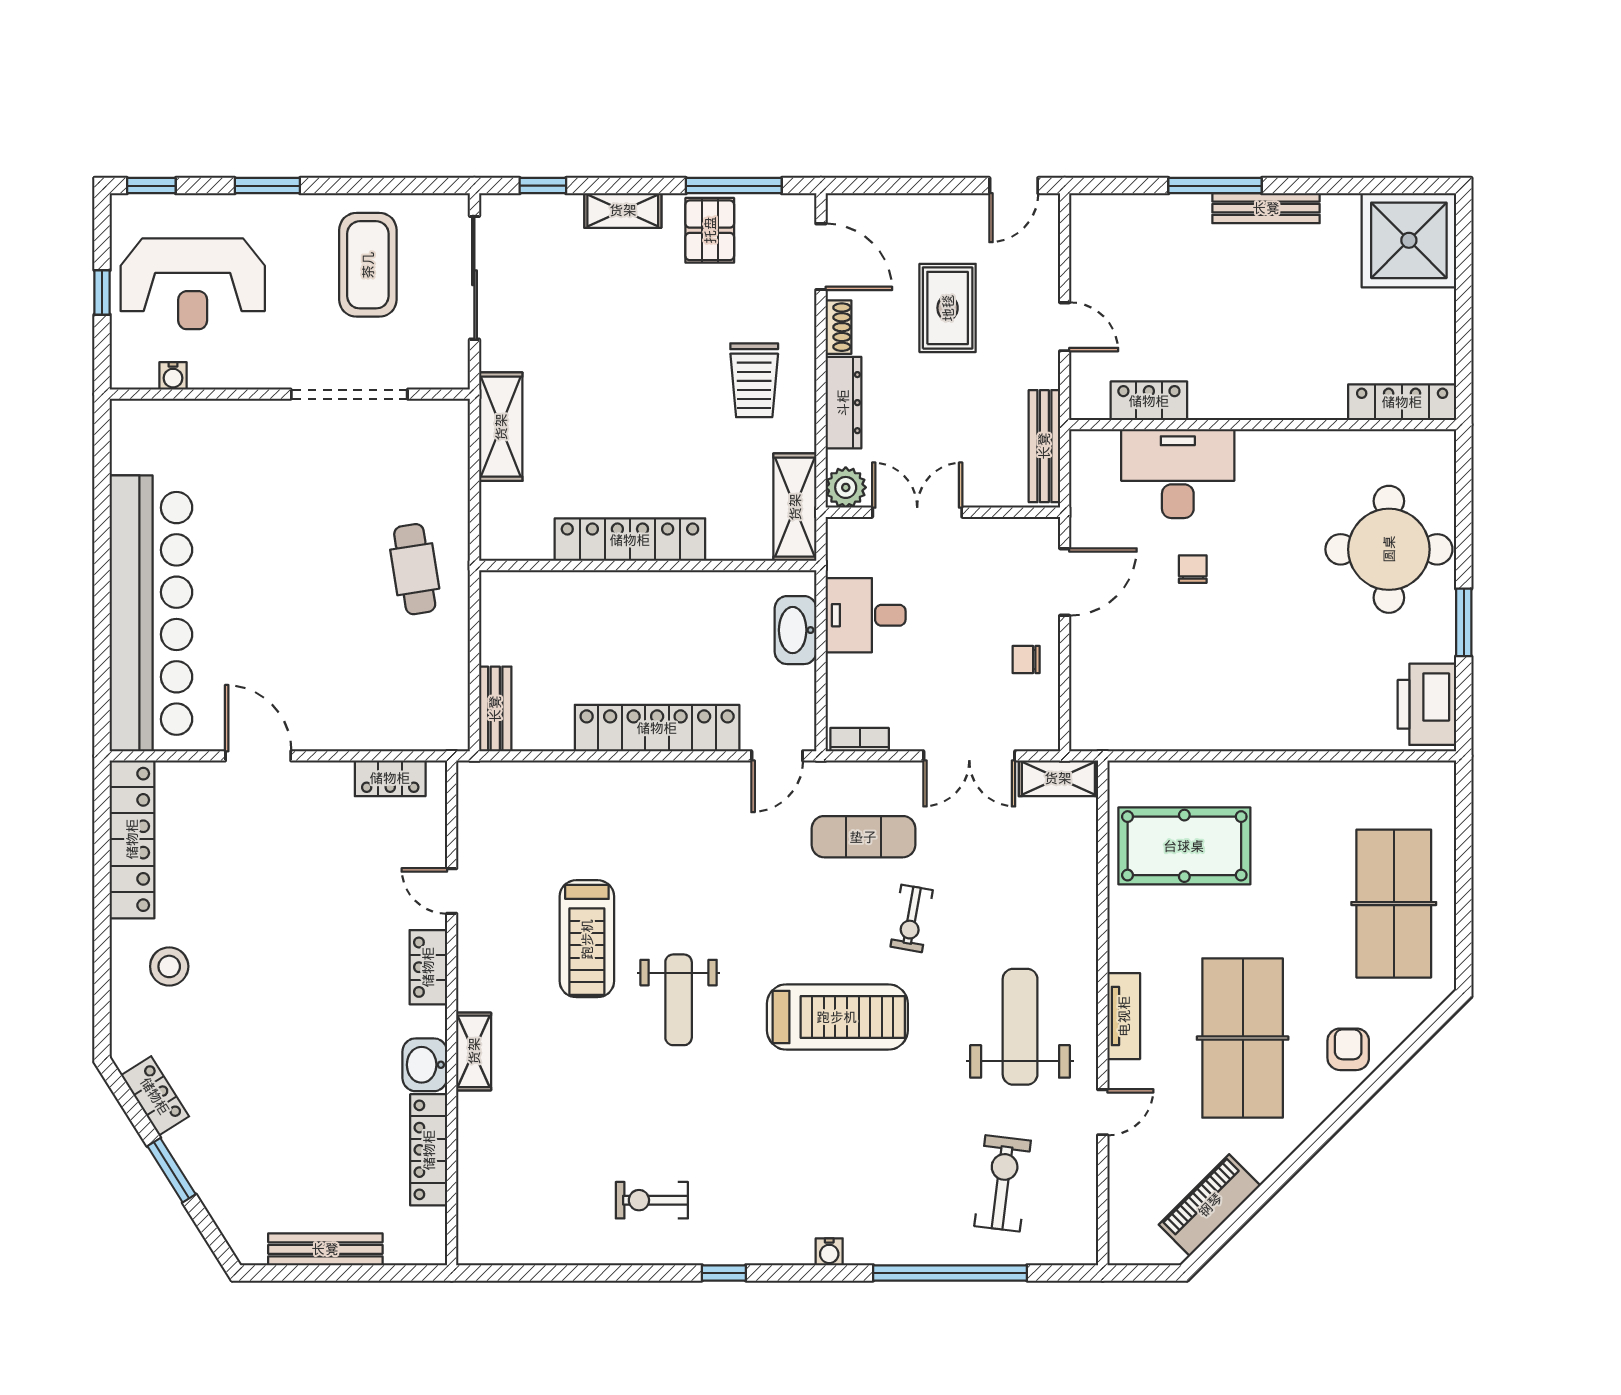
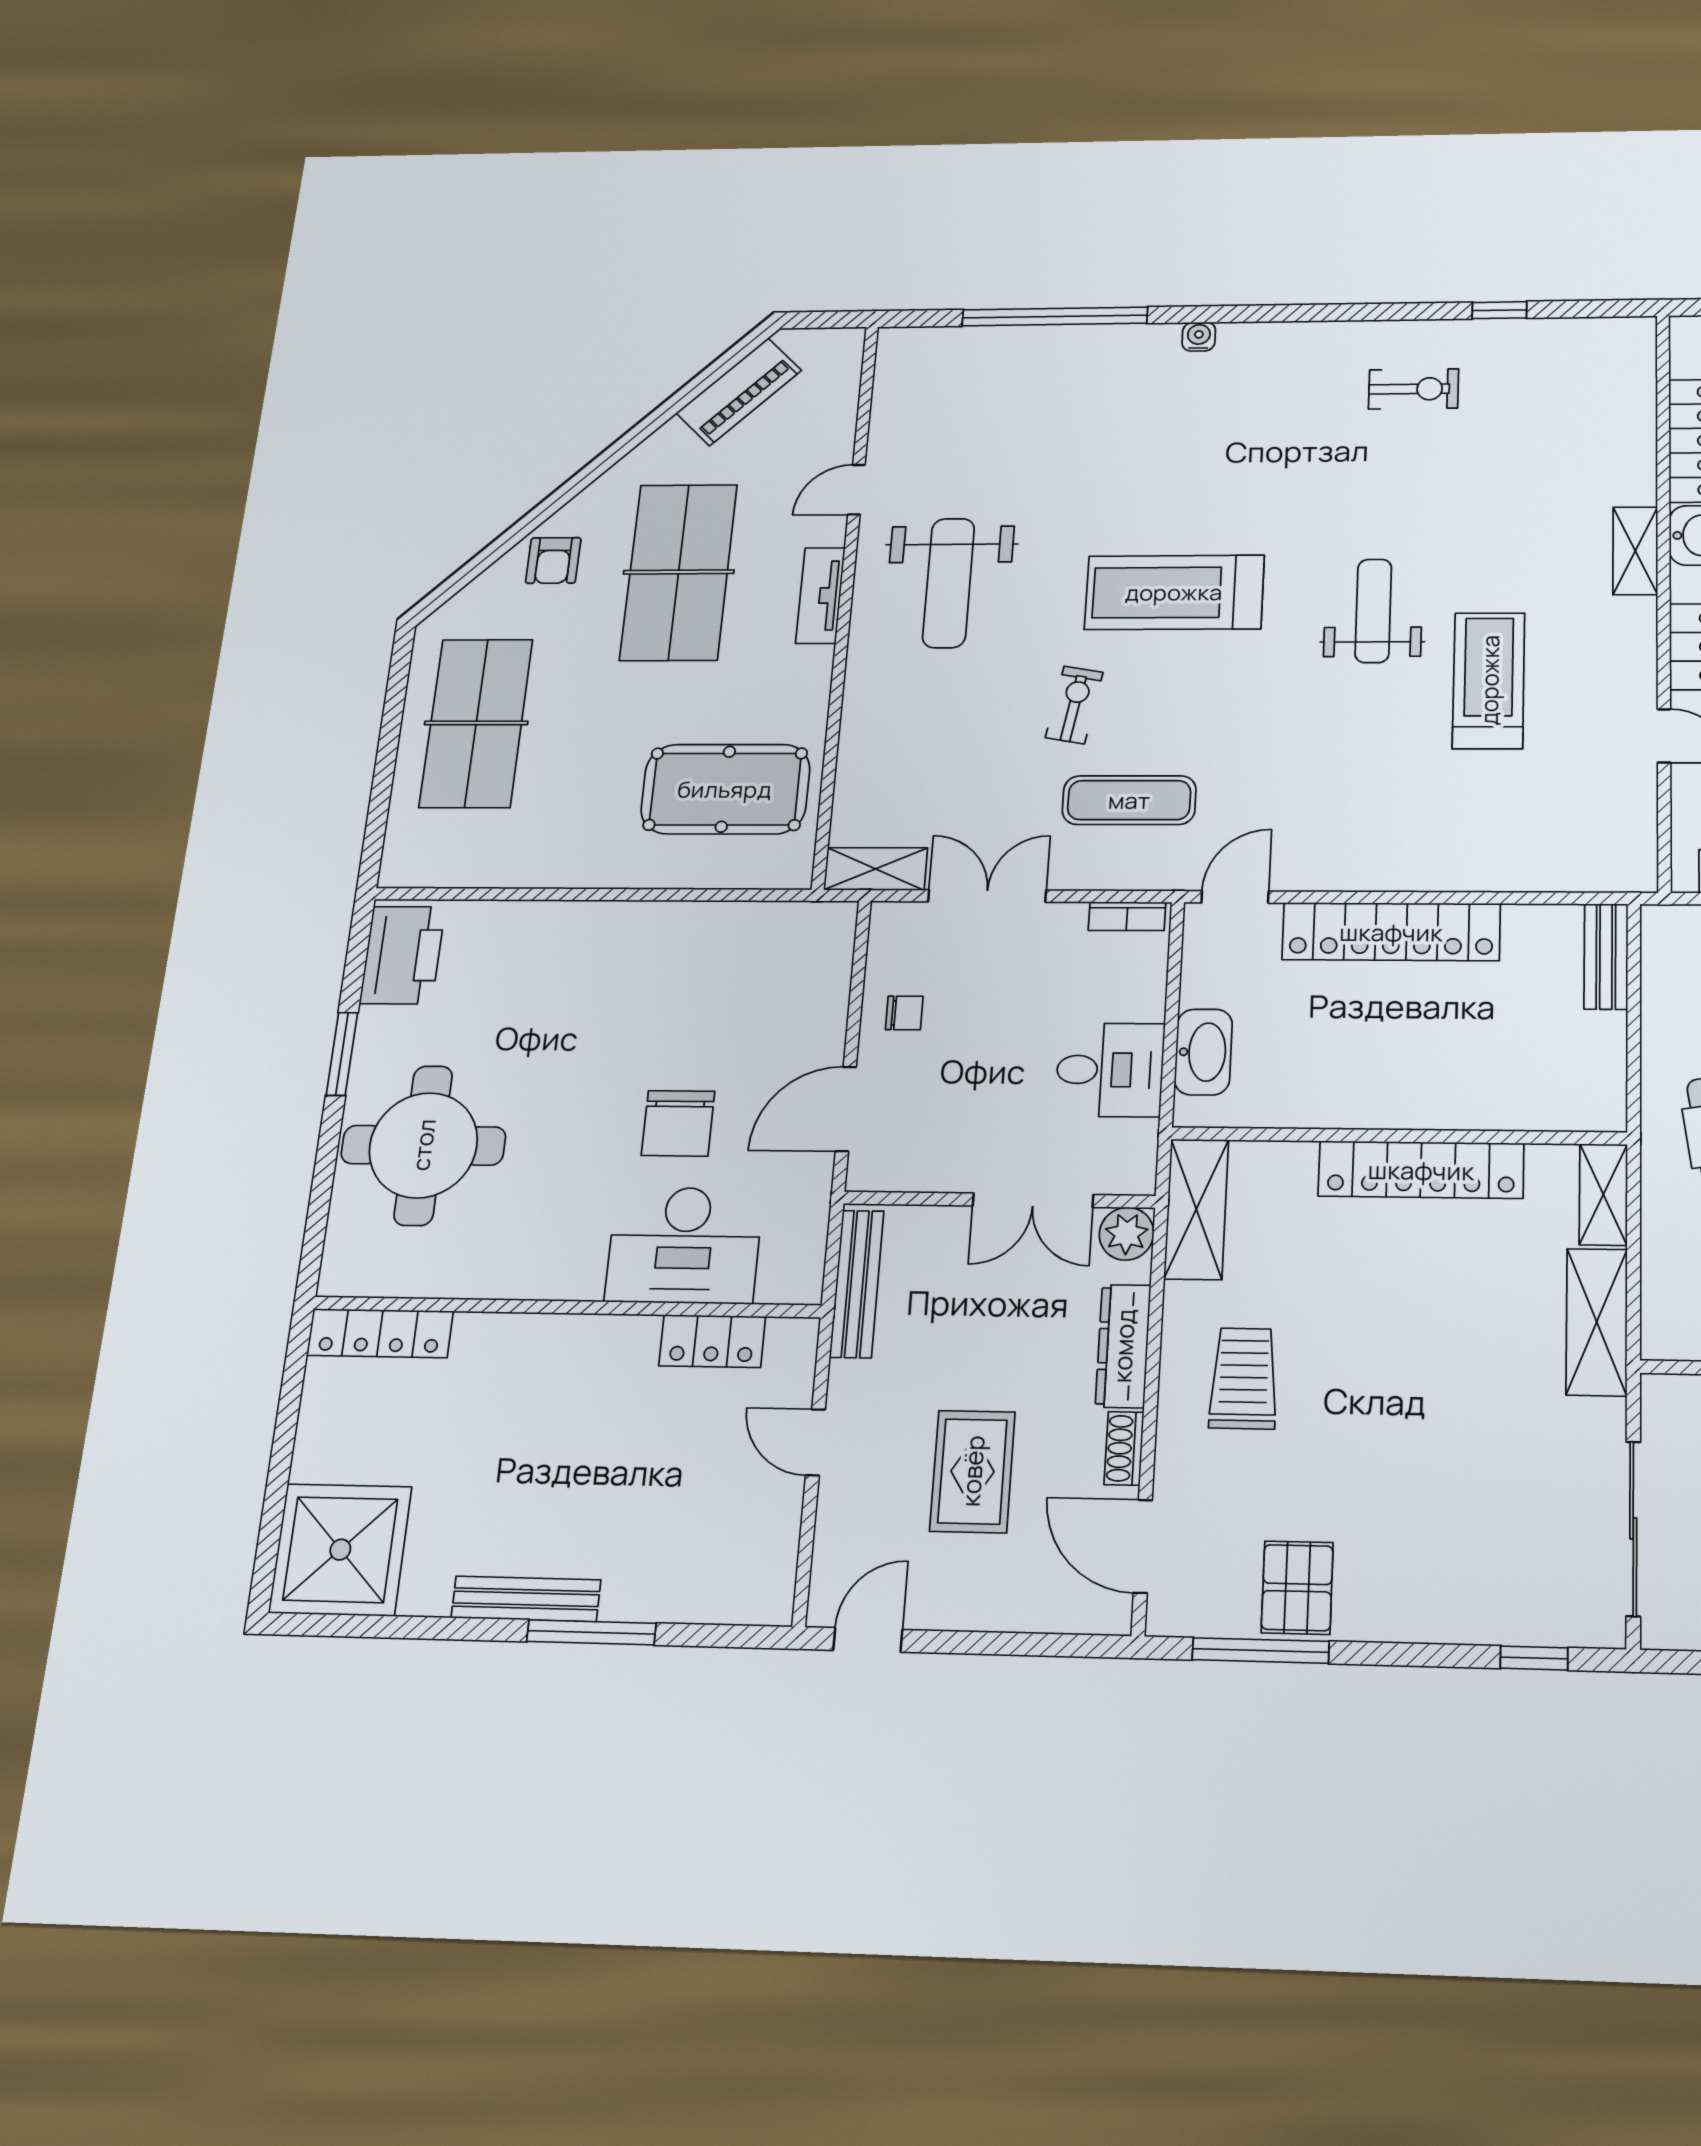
shelving: (623, 210) -> (1603, 1194), moved, turned 90
chair: (1193, 569) -> (678, 1123), width x1.87, depth x1.87
exercise bike: (1003, 1183) -> (984, 412), removed
window: (724, 1273) -> (1499, 310), moved

